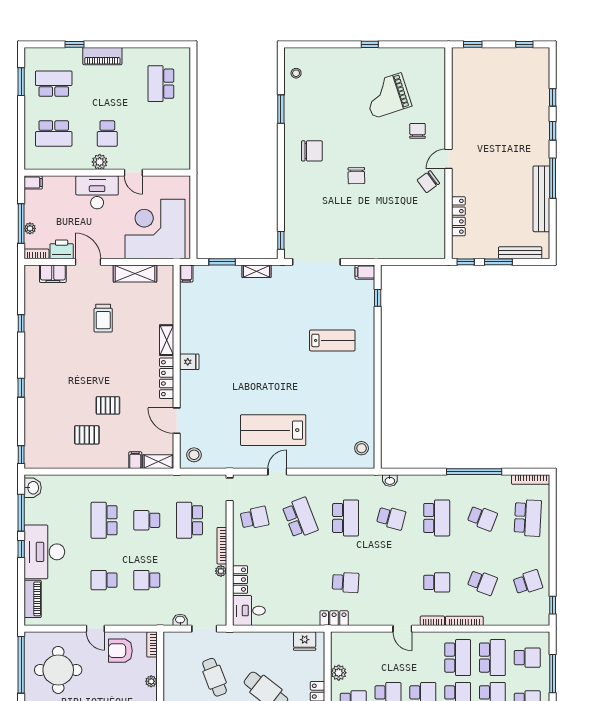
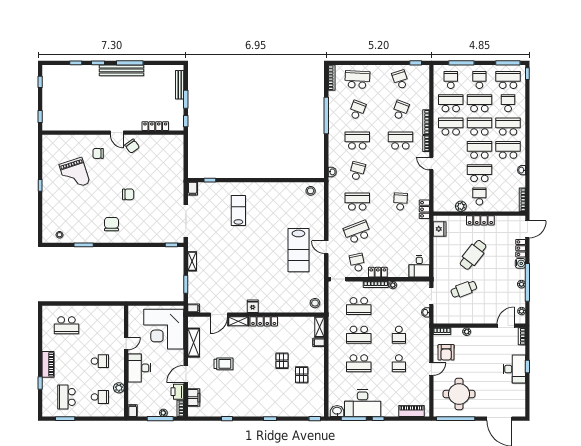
school desk: (54, 133) -> (100, 397), width x0.54
plant: (100, 162) -> (119, 388), moved
bench: (541, 199) -> (122, 70), moved
door: (177, 421) -> (219, 315), moved
school desk: (147, 520) -> (359, 335), width x1.85
desk: (44, 552) -> (363, 403), moved
locker: (240, 580) -> (378, 272), moved
school desk: (437, 582) -> (400, 141), width x1.85
door: (402, 629) -> (431, 164), swing flipped

